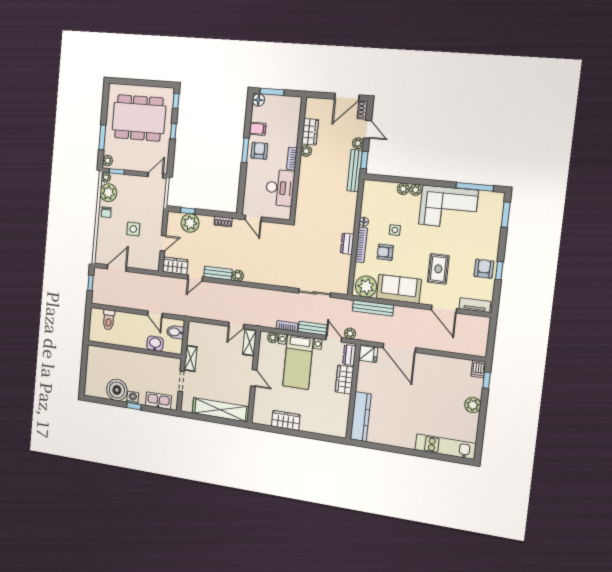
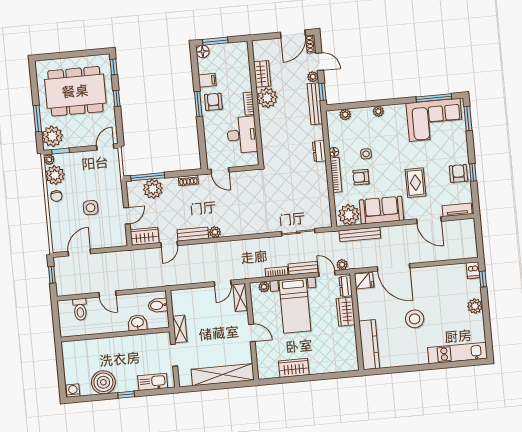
plant: (306, 151) -> (267, 98), width x1.87, depth x1.87
plant: (108, 161) -> (52, 136), width x1.87, depth x1.87
plant: (403, 189) -> (345, 115), moved
corner sofa: (448, 207) -> (435, 120), moved
window: (188, 211) -> (148, 177), width x2.17
dresser: (347, 244) -> (319, 151), moved
door: (155, 314) -> (107, 294), moved
washing machine: (133, 398) -> (73, 391), moved
stool: (410, 403) -> (415, 319), added

